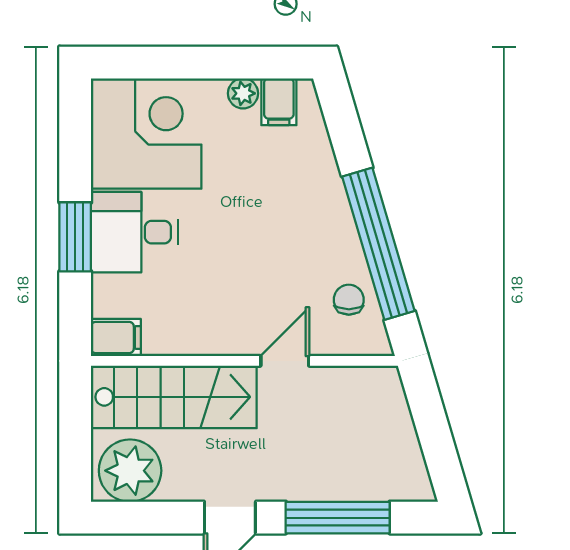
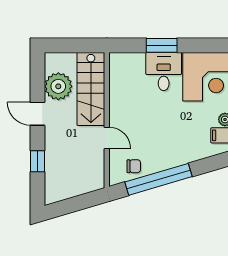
filing cabinet: (116, 337) -> (117, 63), removed
plant: (130, 471) -> (58, 86), moved
window: (338, 518) -> (38, 161), width x0.46

